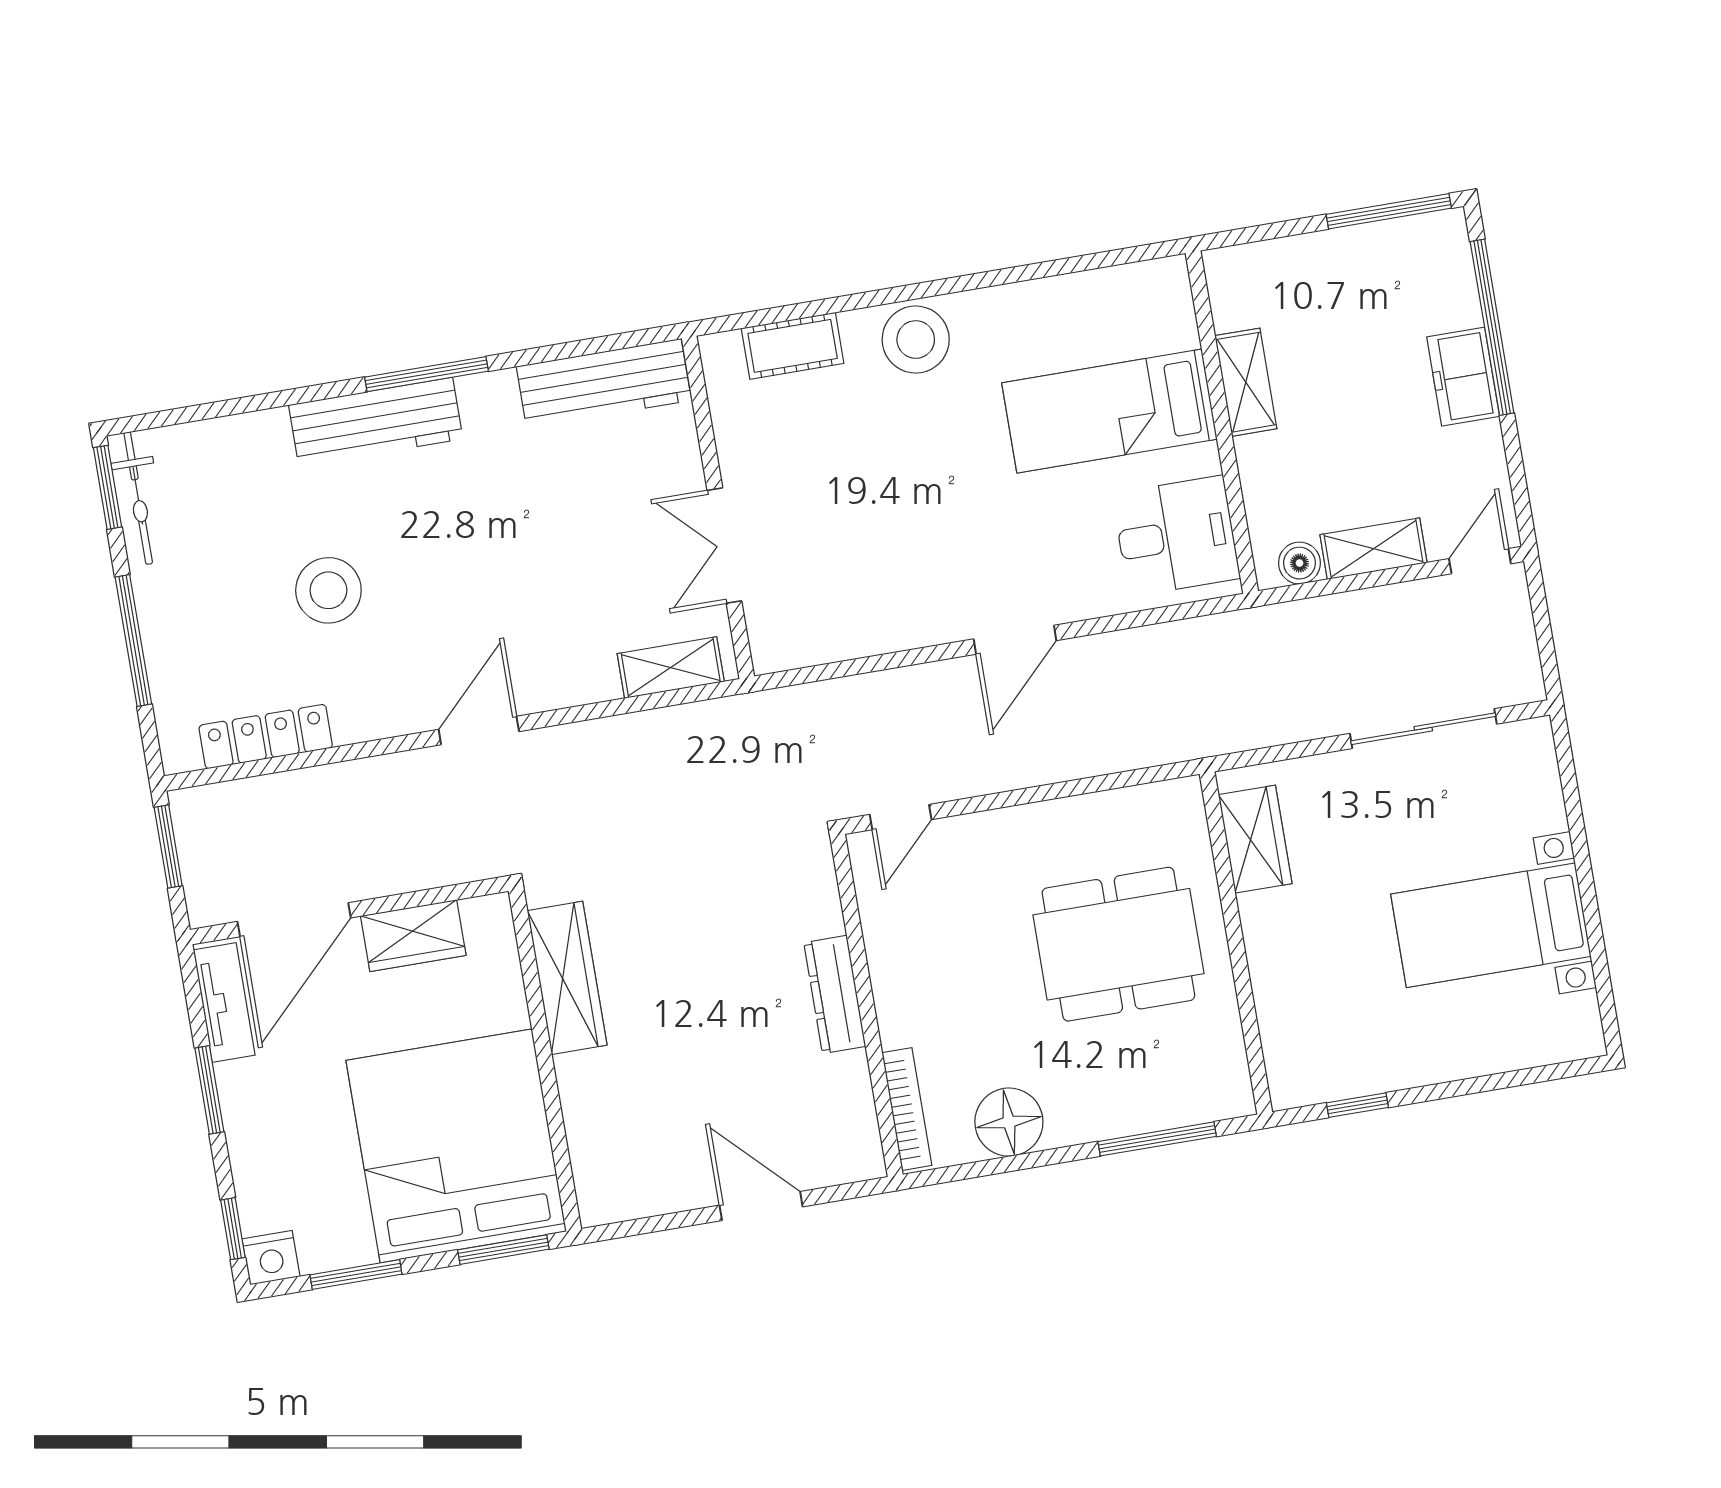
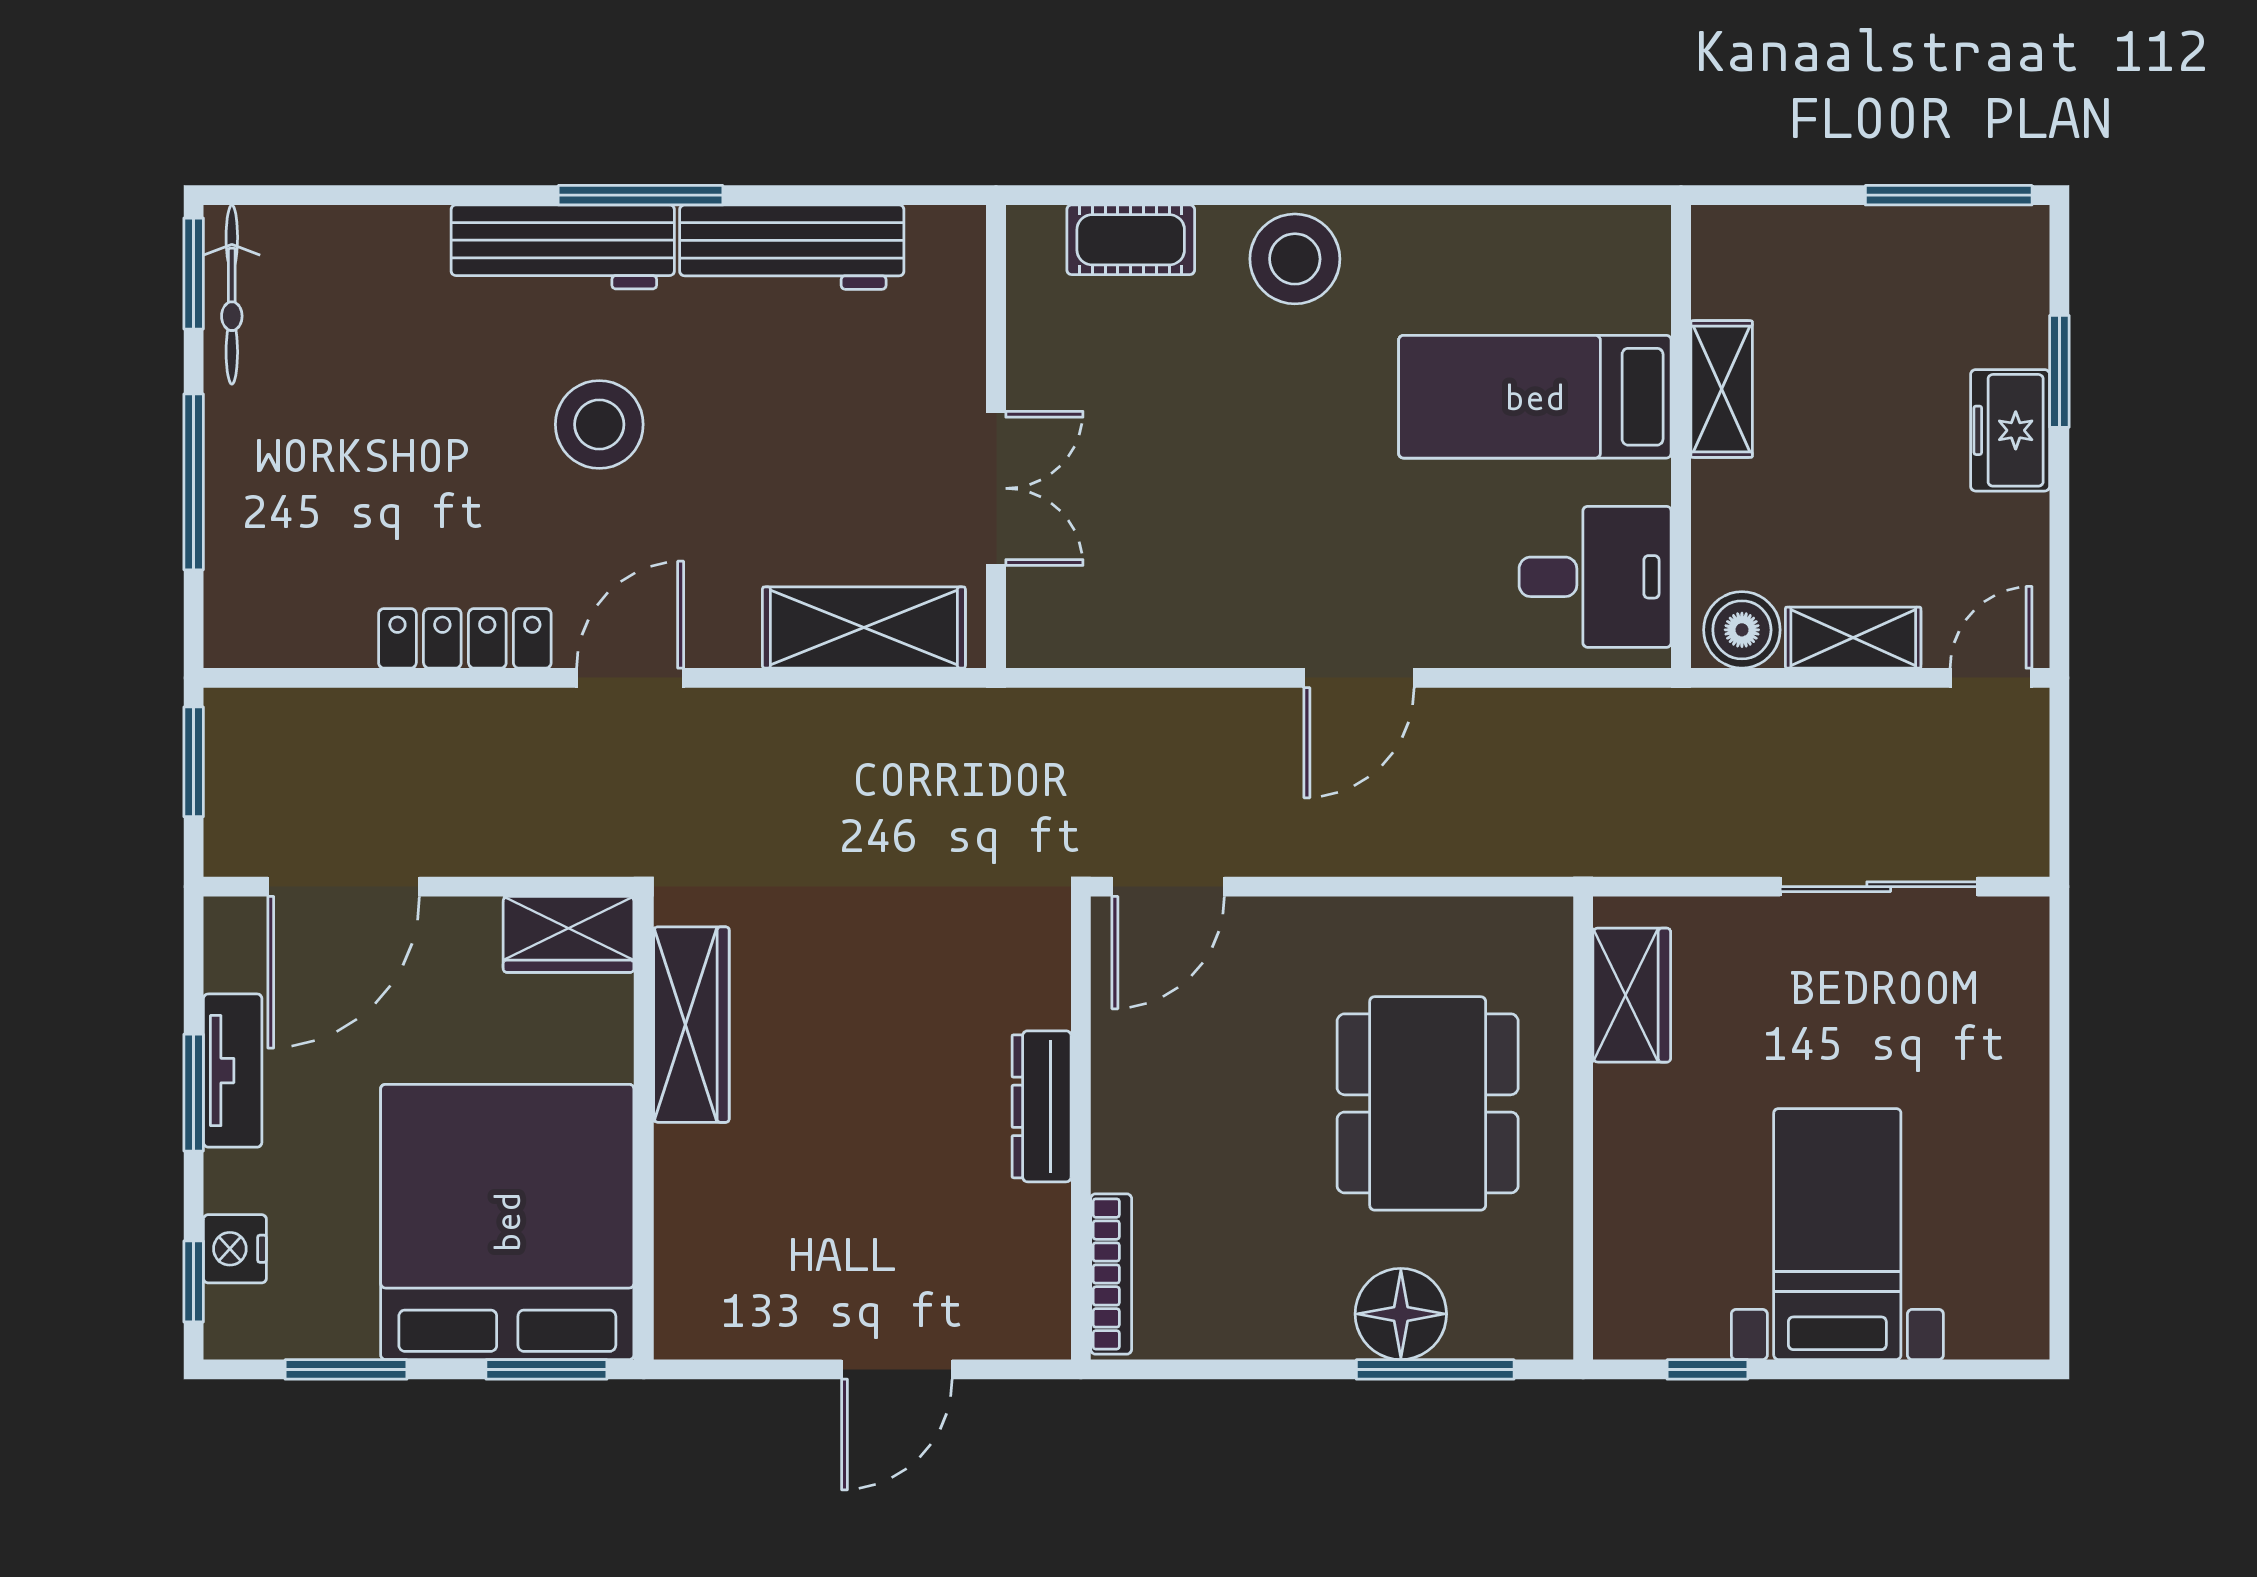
window: (1492, 327) -> (2059, 371), width x0.47
workbench: (604, 383) -> (792, 247), moved
double door: (724, 546) -> (996, 488), swing flipped
boiler: (1299, 563) -> (1742, 630), width x1.36, depth x1.36
stool: (328, 590) -> (599, 424), moved
shelving: (671, 668) -> (864, 628), width x1.50, depth x1.33
locker: (266, 737) -> (465, 638), moved
door: (901, 817) -> (1168, 887), width x1.38
bed with nightstands: (1491, 925) -> (1837, 1234), moved, turned 90
wardrobe: (413, 936) -> (569, 934), moved
dining table: (1118, 944) -> (1428, 1103), turned 90
tv unit: (224, 1003) -> (233, 1071), moved
floor lamp: (1009, 1122) -> (1401, 1314), moved
door: (761, 1206) -> (897, 1369), swing flipped
nightstand: (271, 1258) -> (235, 1249), moved, turned 90

